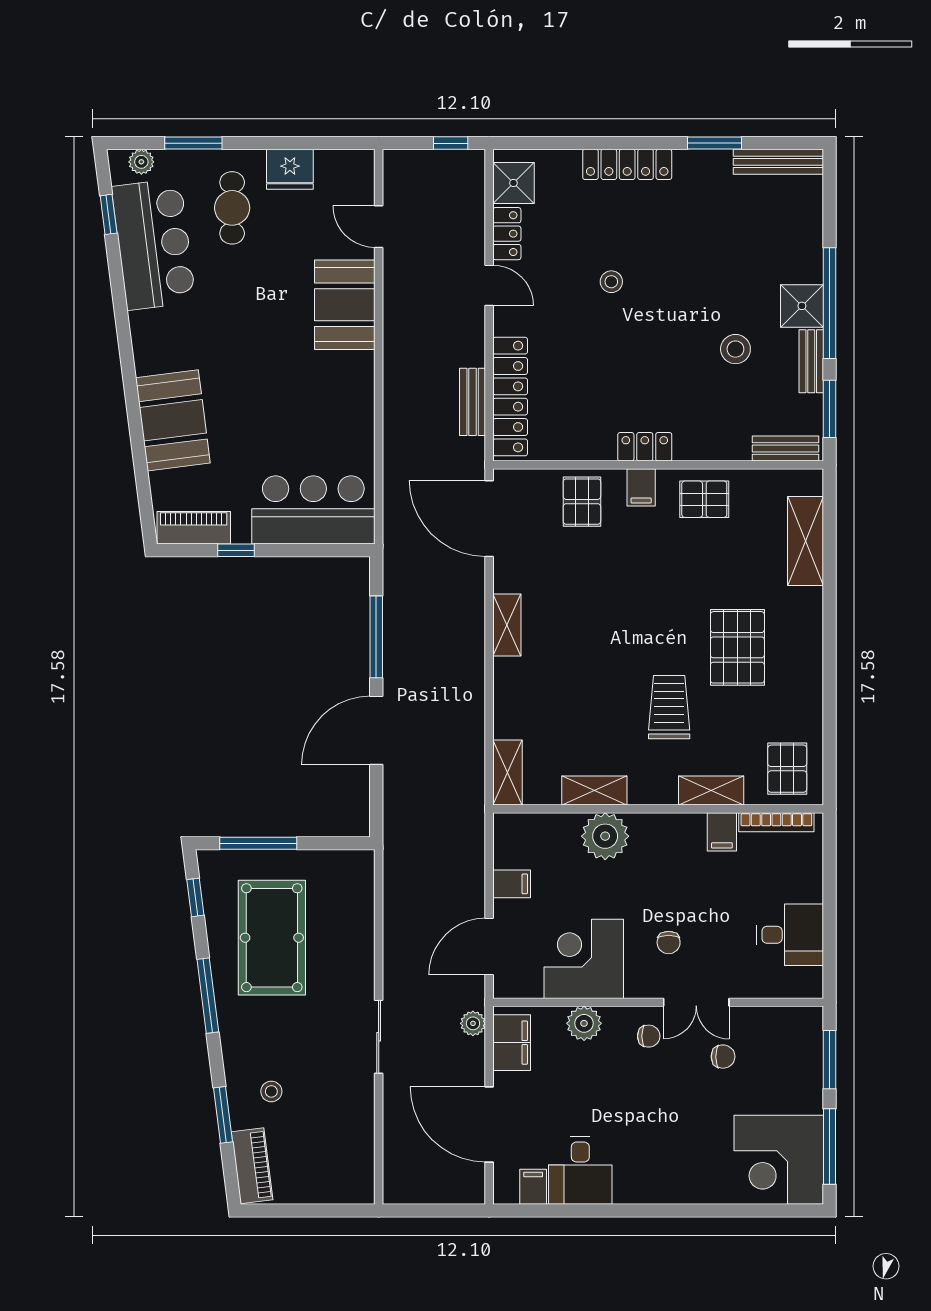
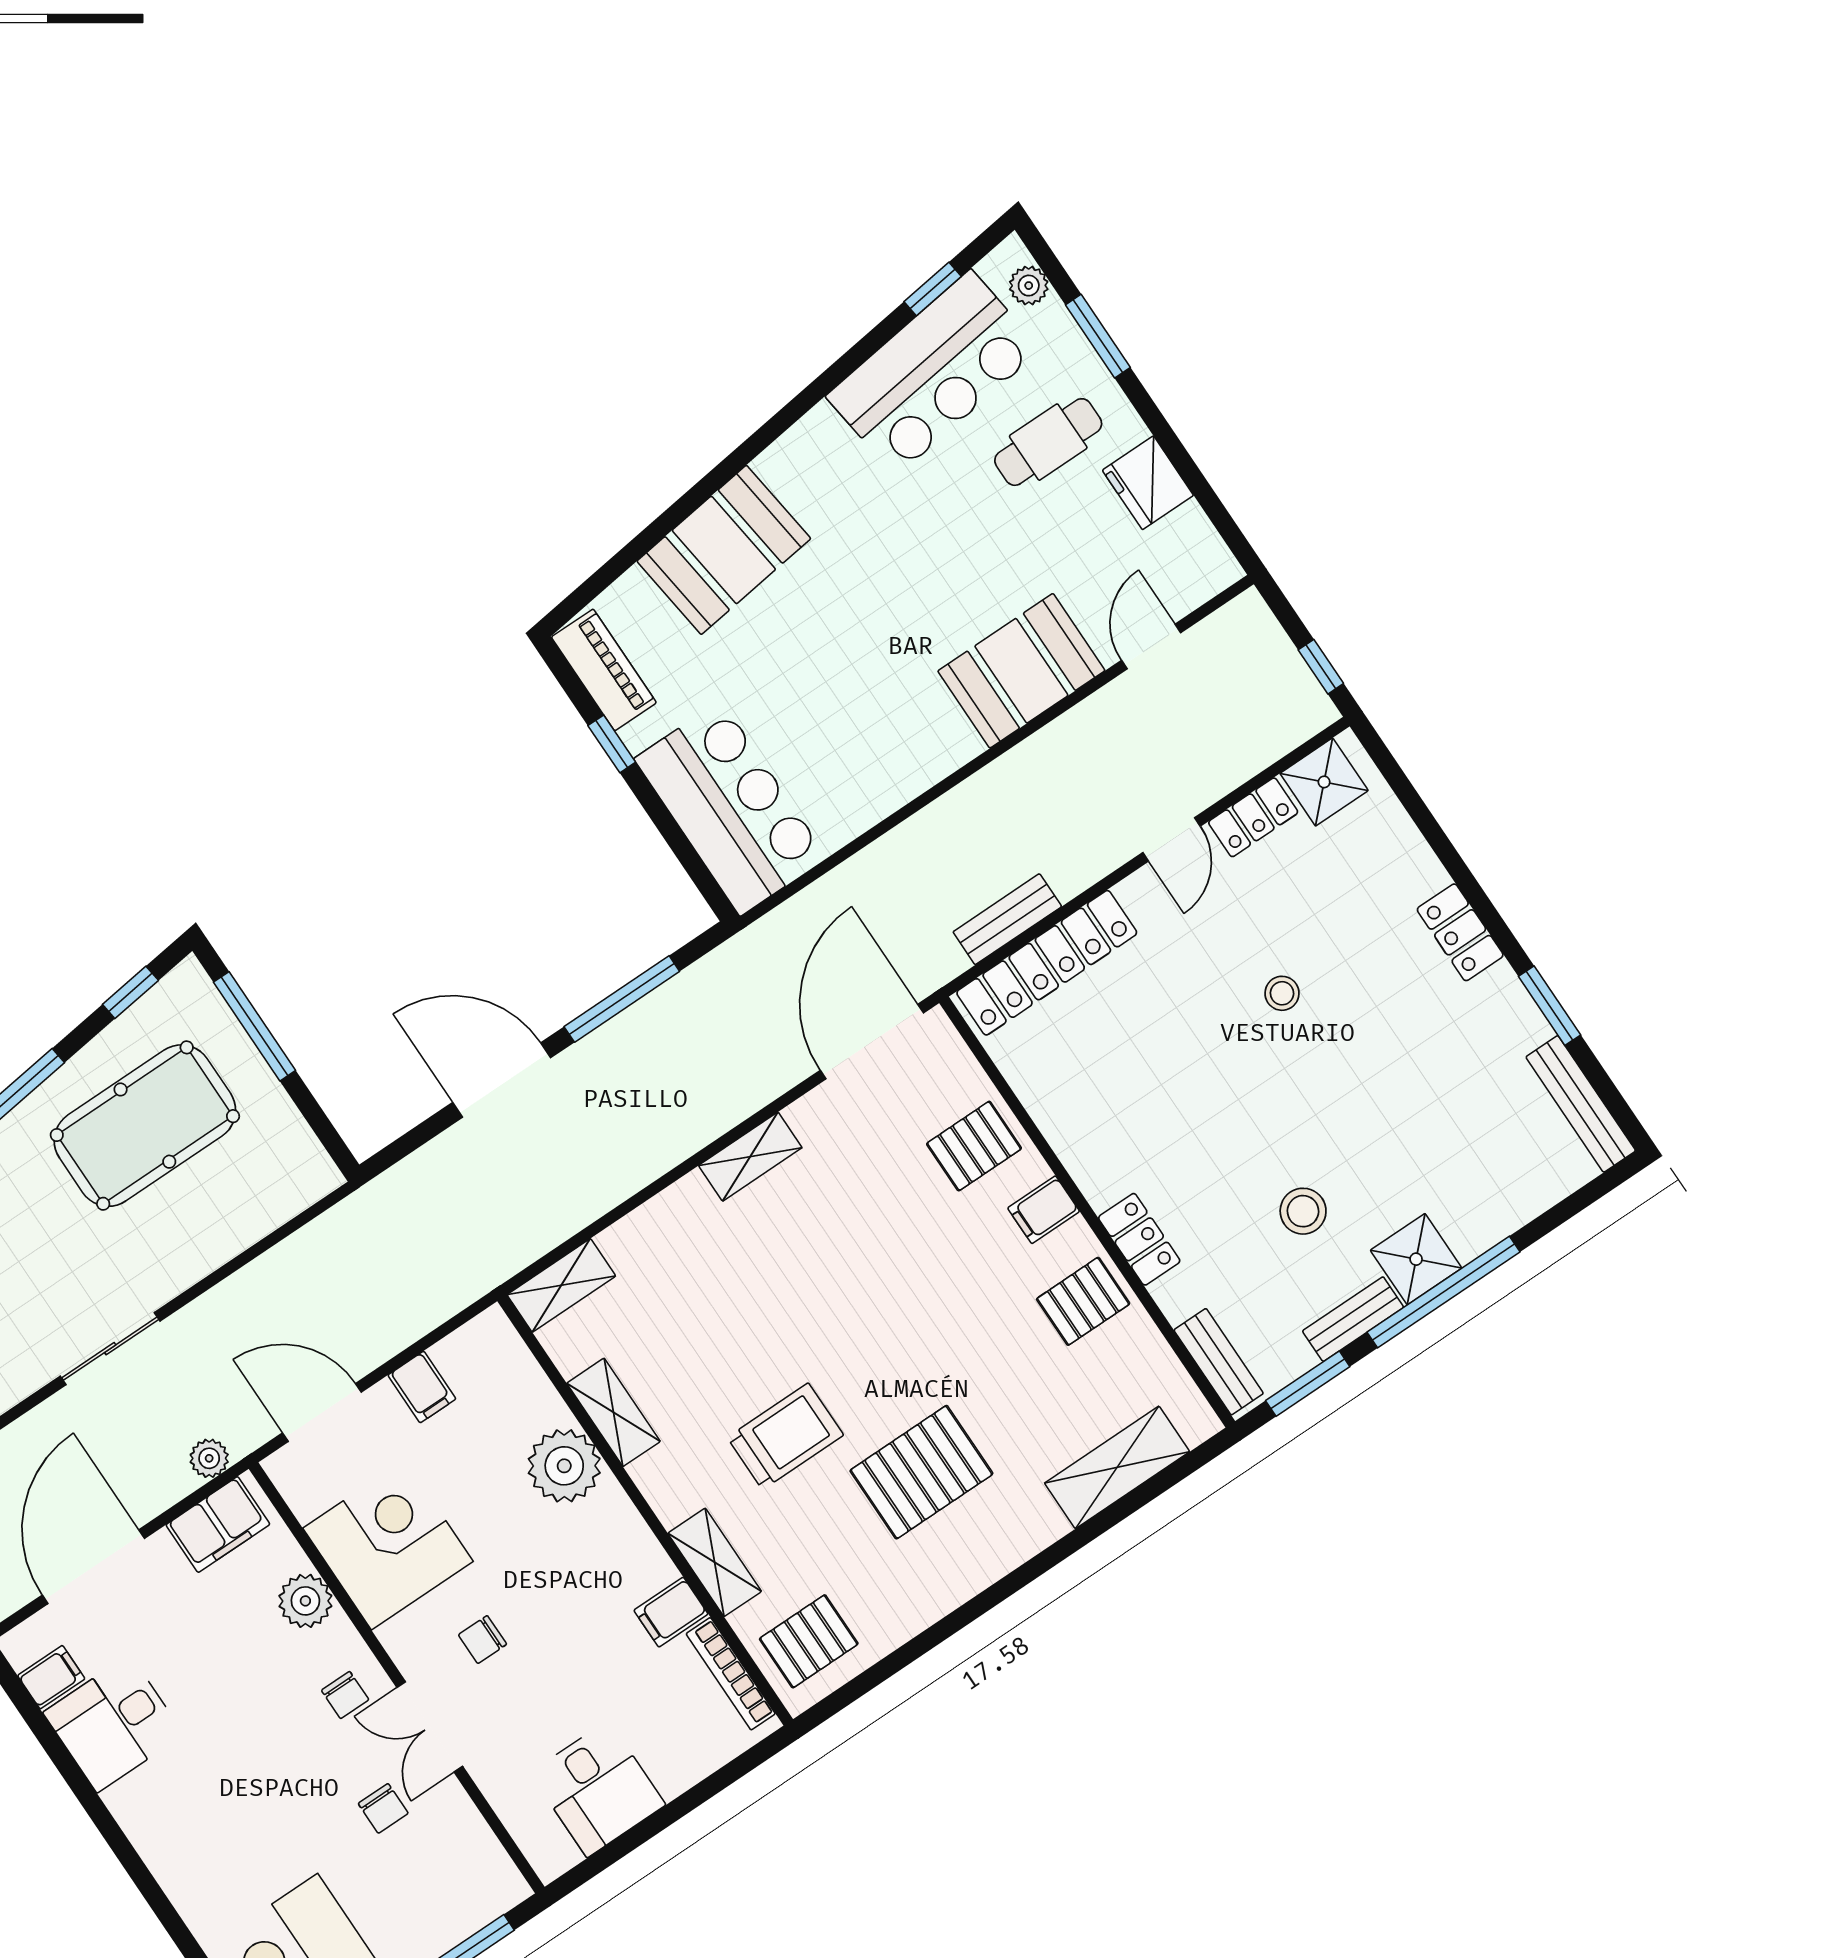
locker: (627, 164) -> (1460, 932), width x0.66
locker: (645, 447) -> (1139, 1239), moved
pallet: (704, 499) -> (1083, 1301), turned 90

